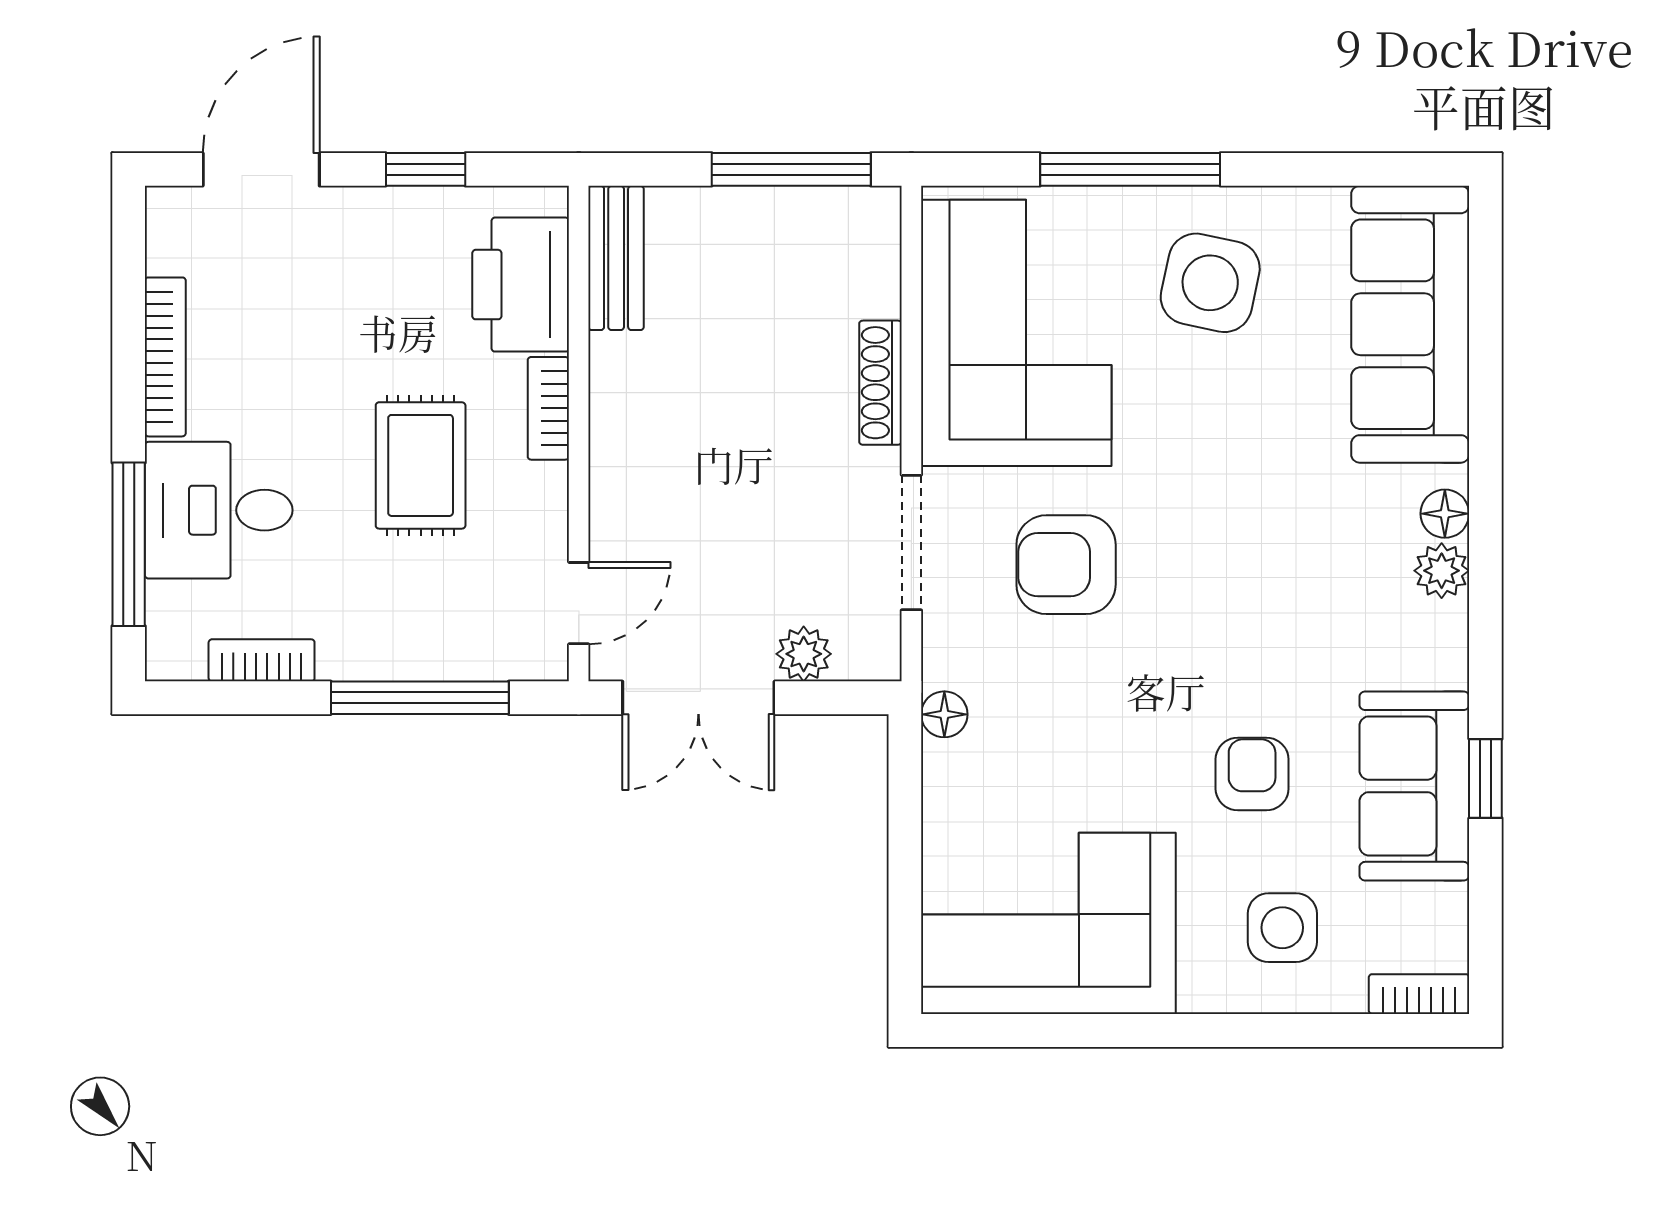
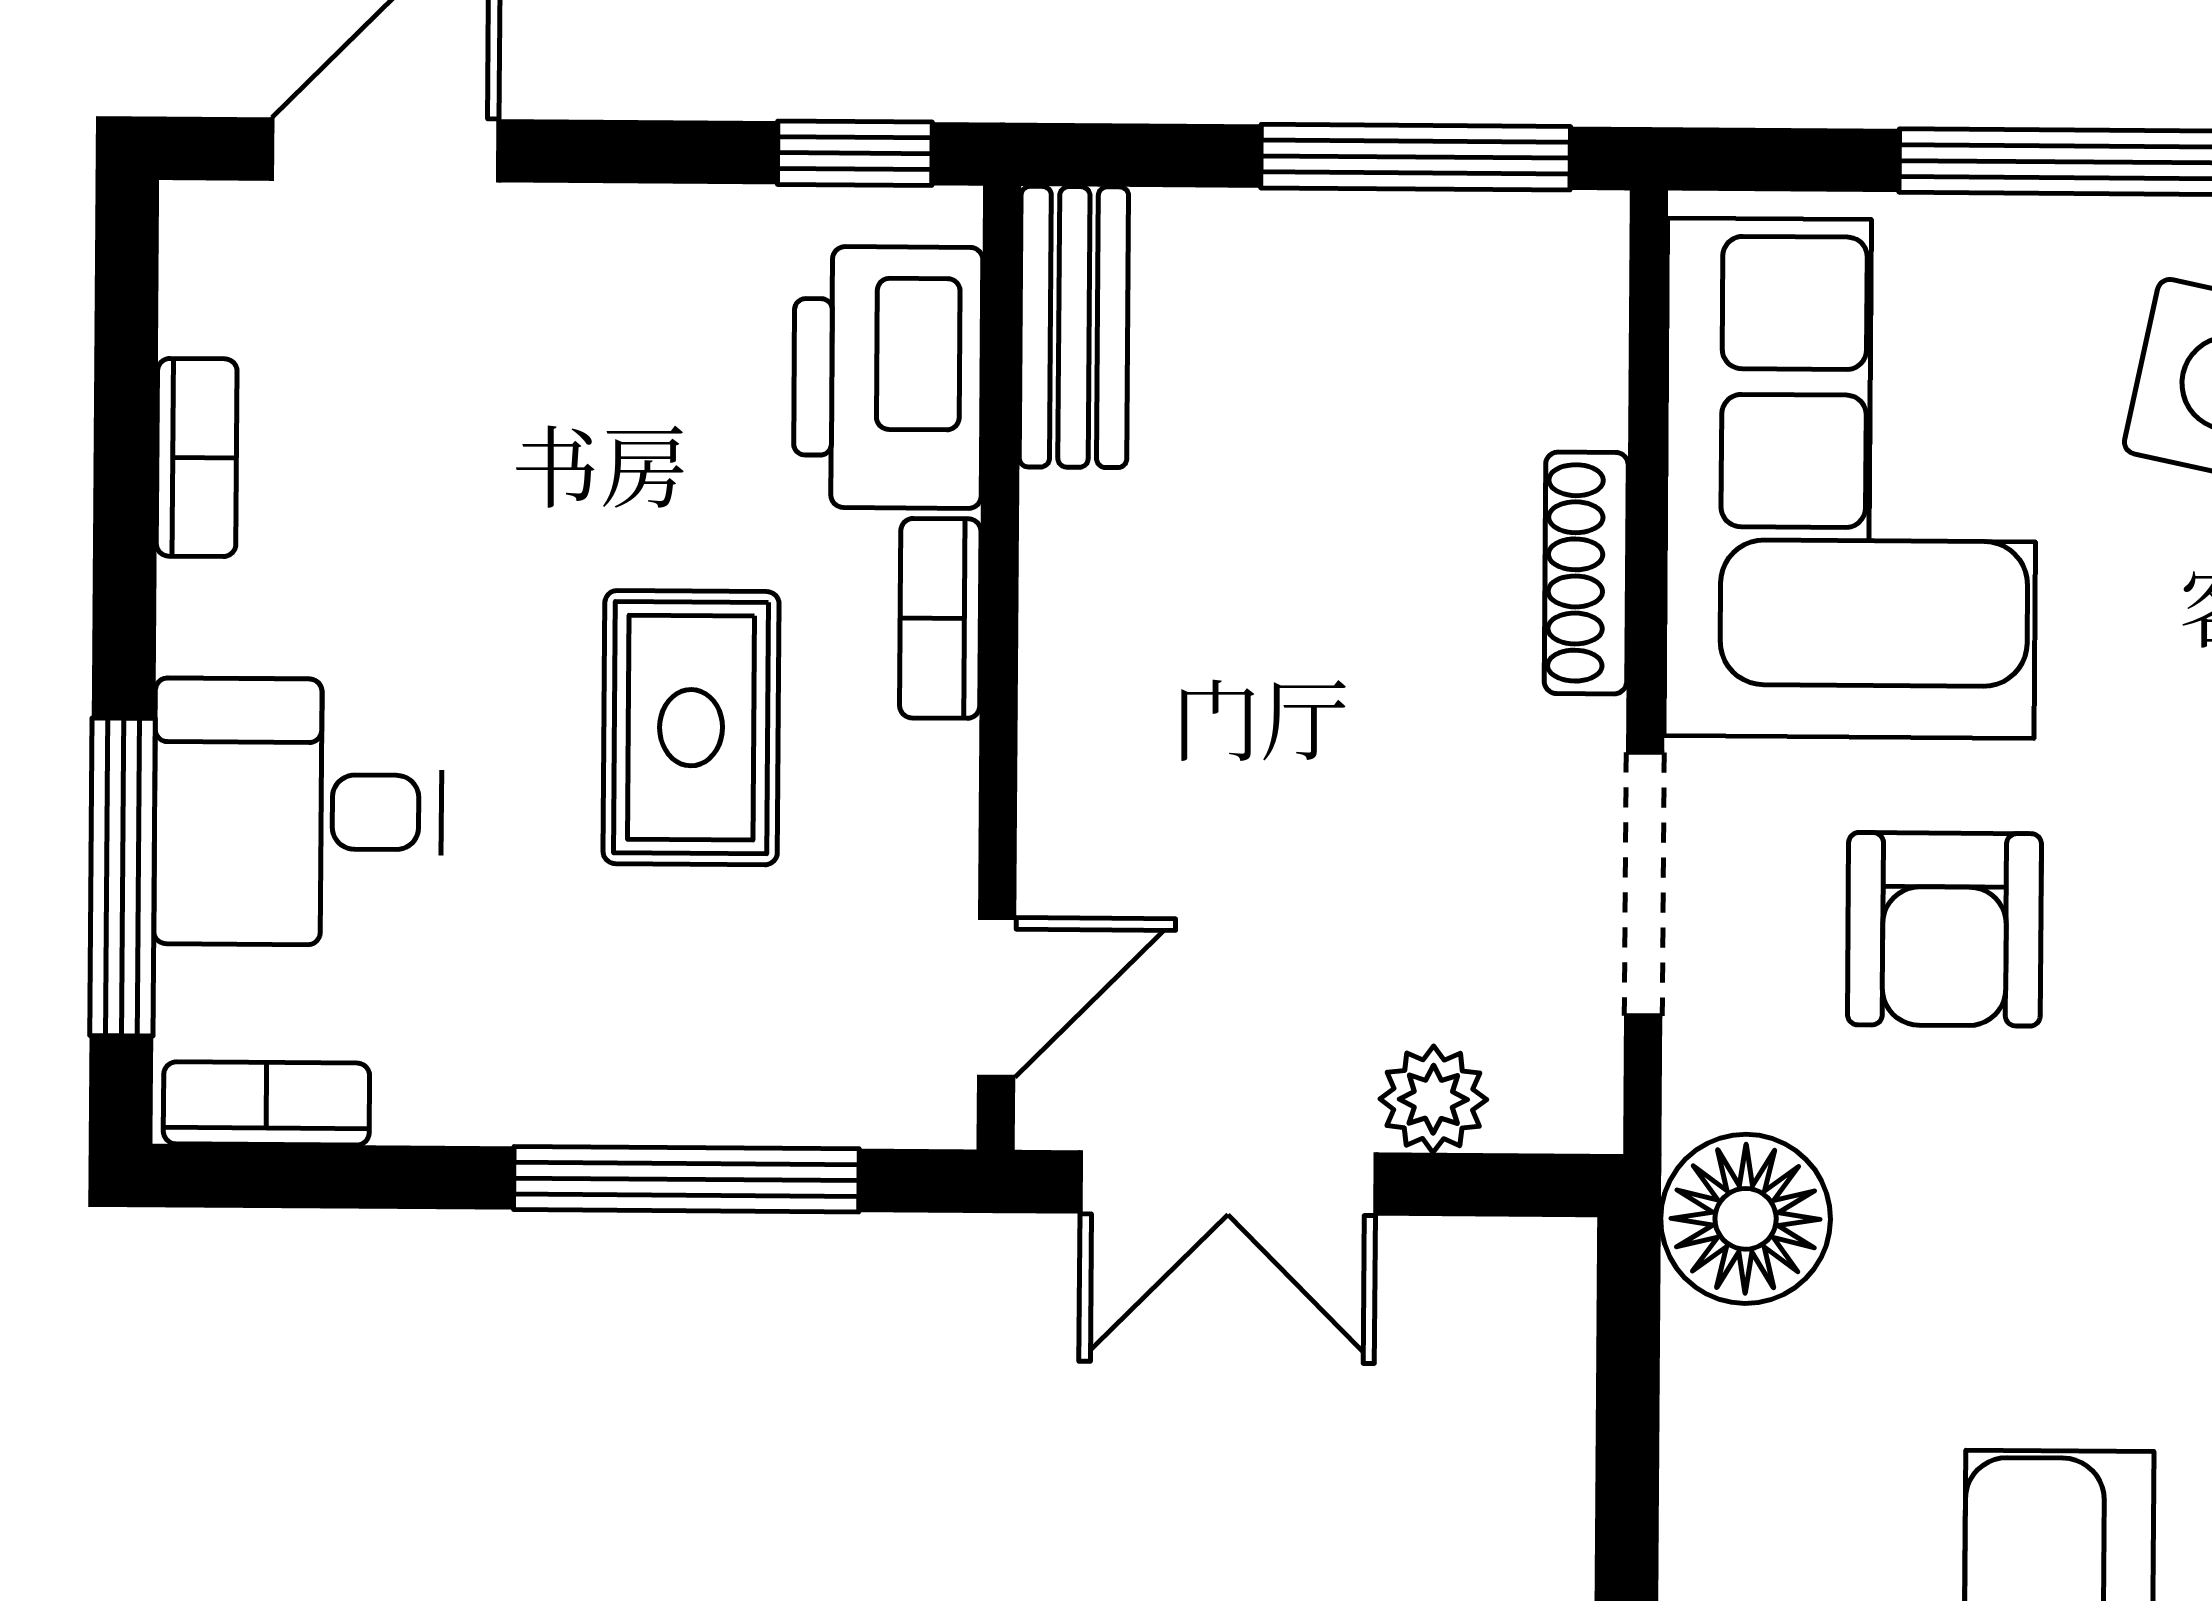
window: (426, 169) -> (855, 153), moved
bookcase: (165, 357) -> (197, 458), width x0.64
armchair: (1066, 565) -> (1944, 929), turned -90
bookcase: (262, 660) -> (266, 1103), moved
floor lamp: (944, 714) -> (1746, 1219), width x1.89, depth x1.89

